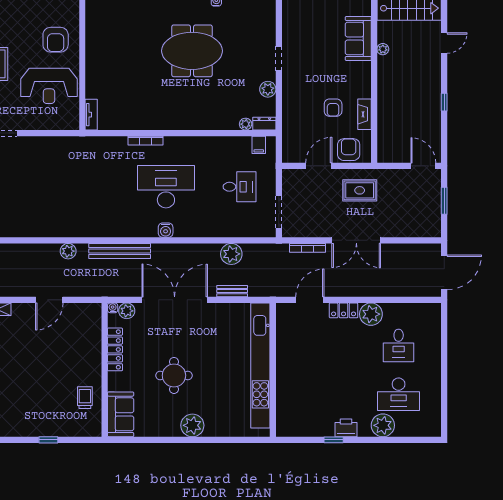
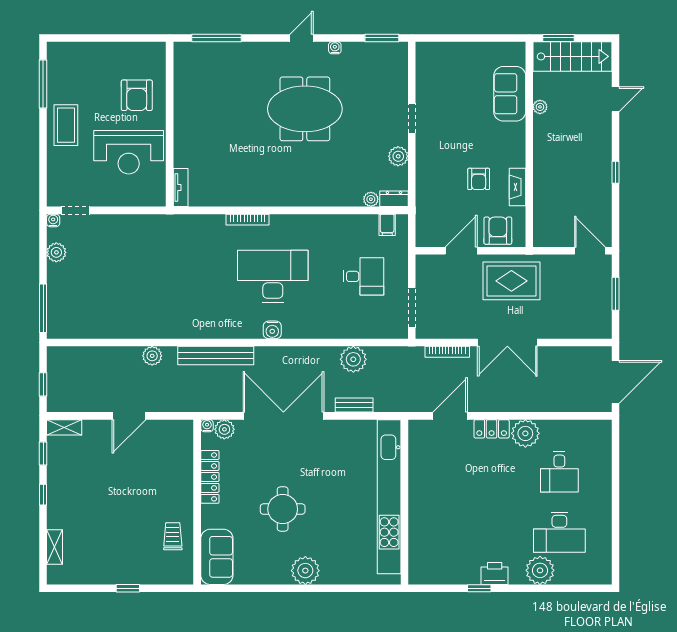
rug: (360, 190) -> (511, 281), width x1.36, depth x1.43

